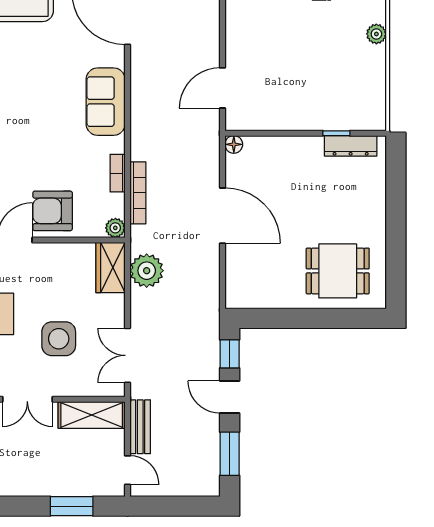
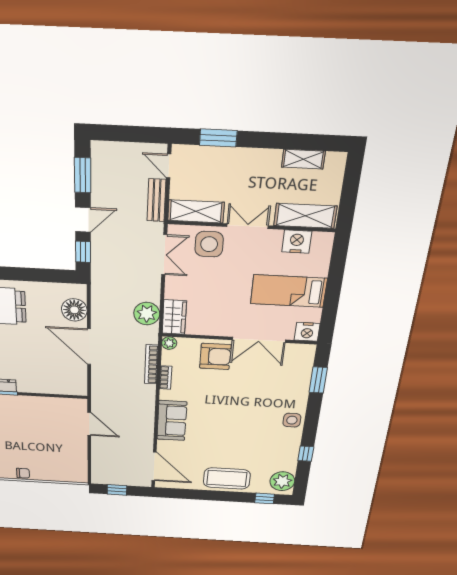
door: (222, 88) -> (89, 424), hinge flipped
floor lamp: (234, 144) -> (74, 310), moved, width x1.89, depth x1.89
side table: (59, 339) -> (209, 244), moved
door: (230, 397) -> (83, 220), hinge flipped

